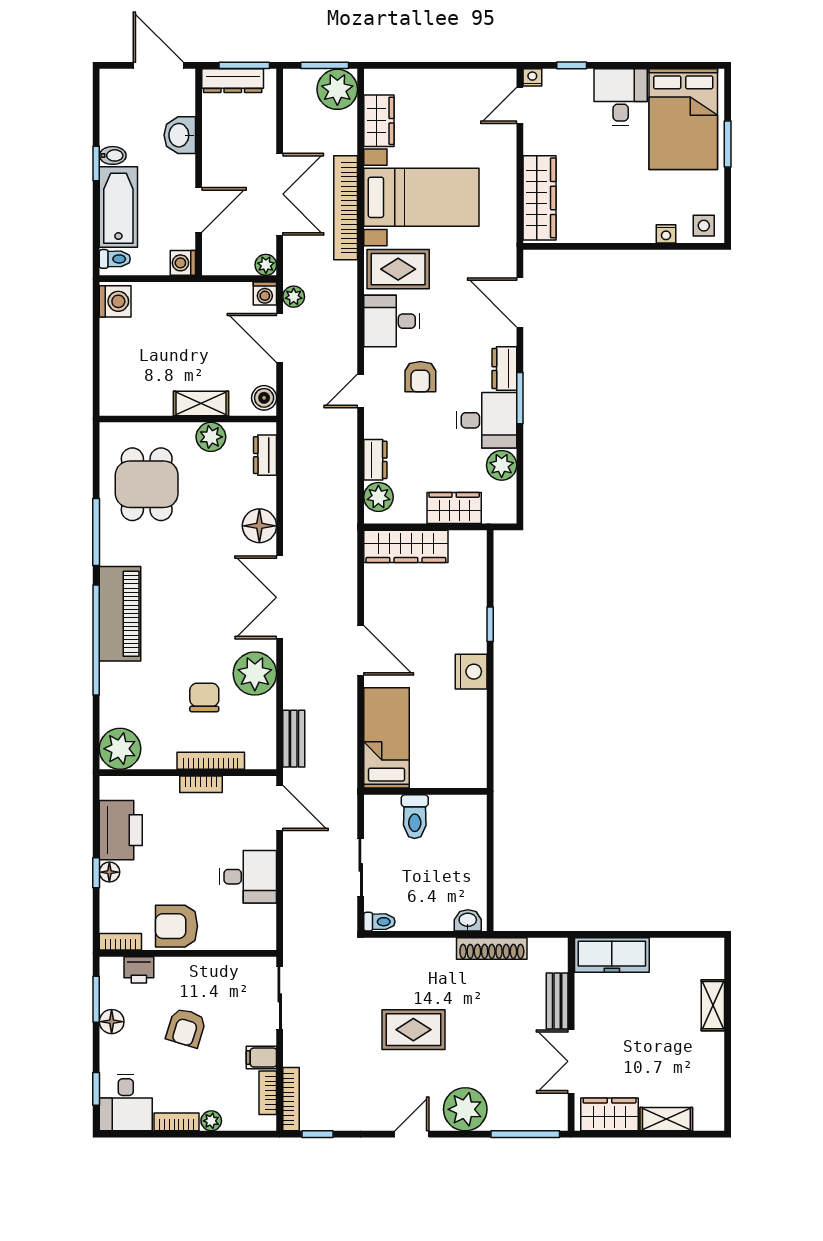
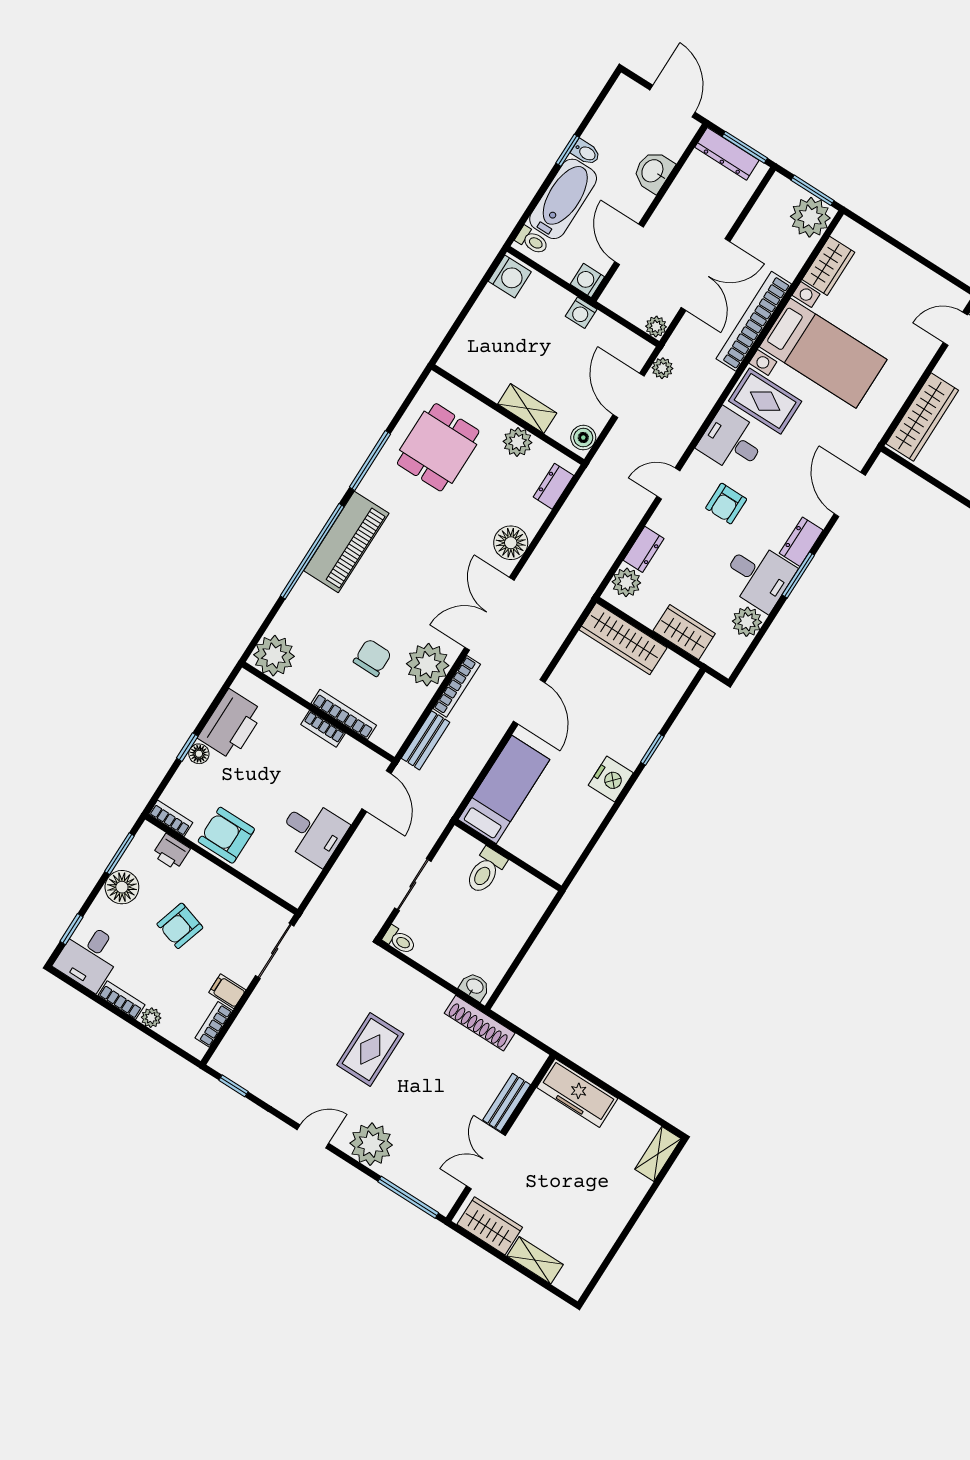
door: (199, 210) -> (629, 244), swing flipped
washing machine: (265, 293) -> (581, 313), moved
shelving: (713, 1005) -> (658, 1154), moved
floor lamp: (112, 1022) -> (122, 887), width x1.38, depth x1.38
rug: (413, 1030) -> (370, 1049), turned 90
bookcase: (291, 1099) -> (457, 686), moved

